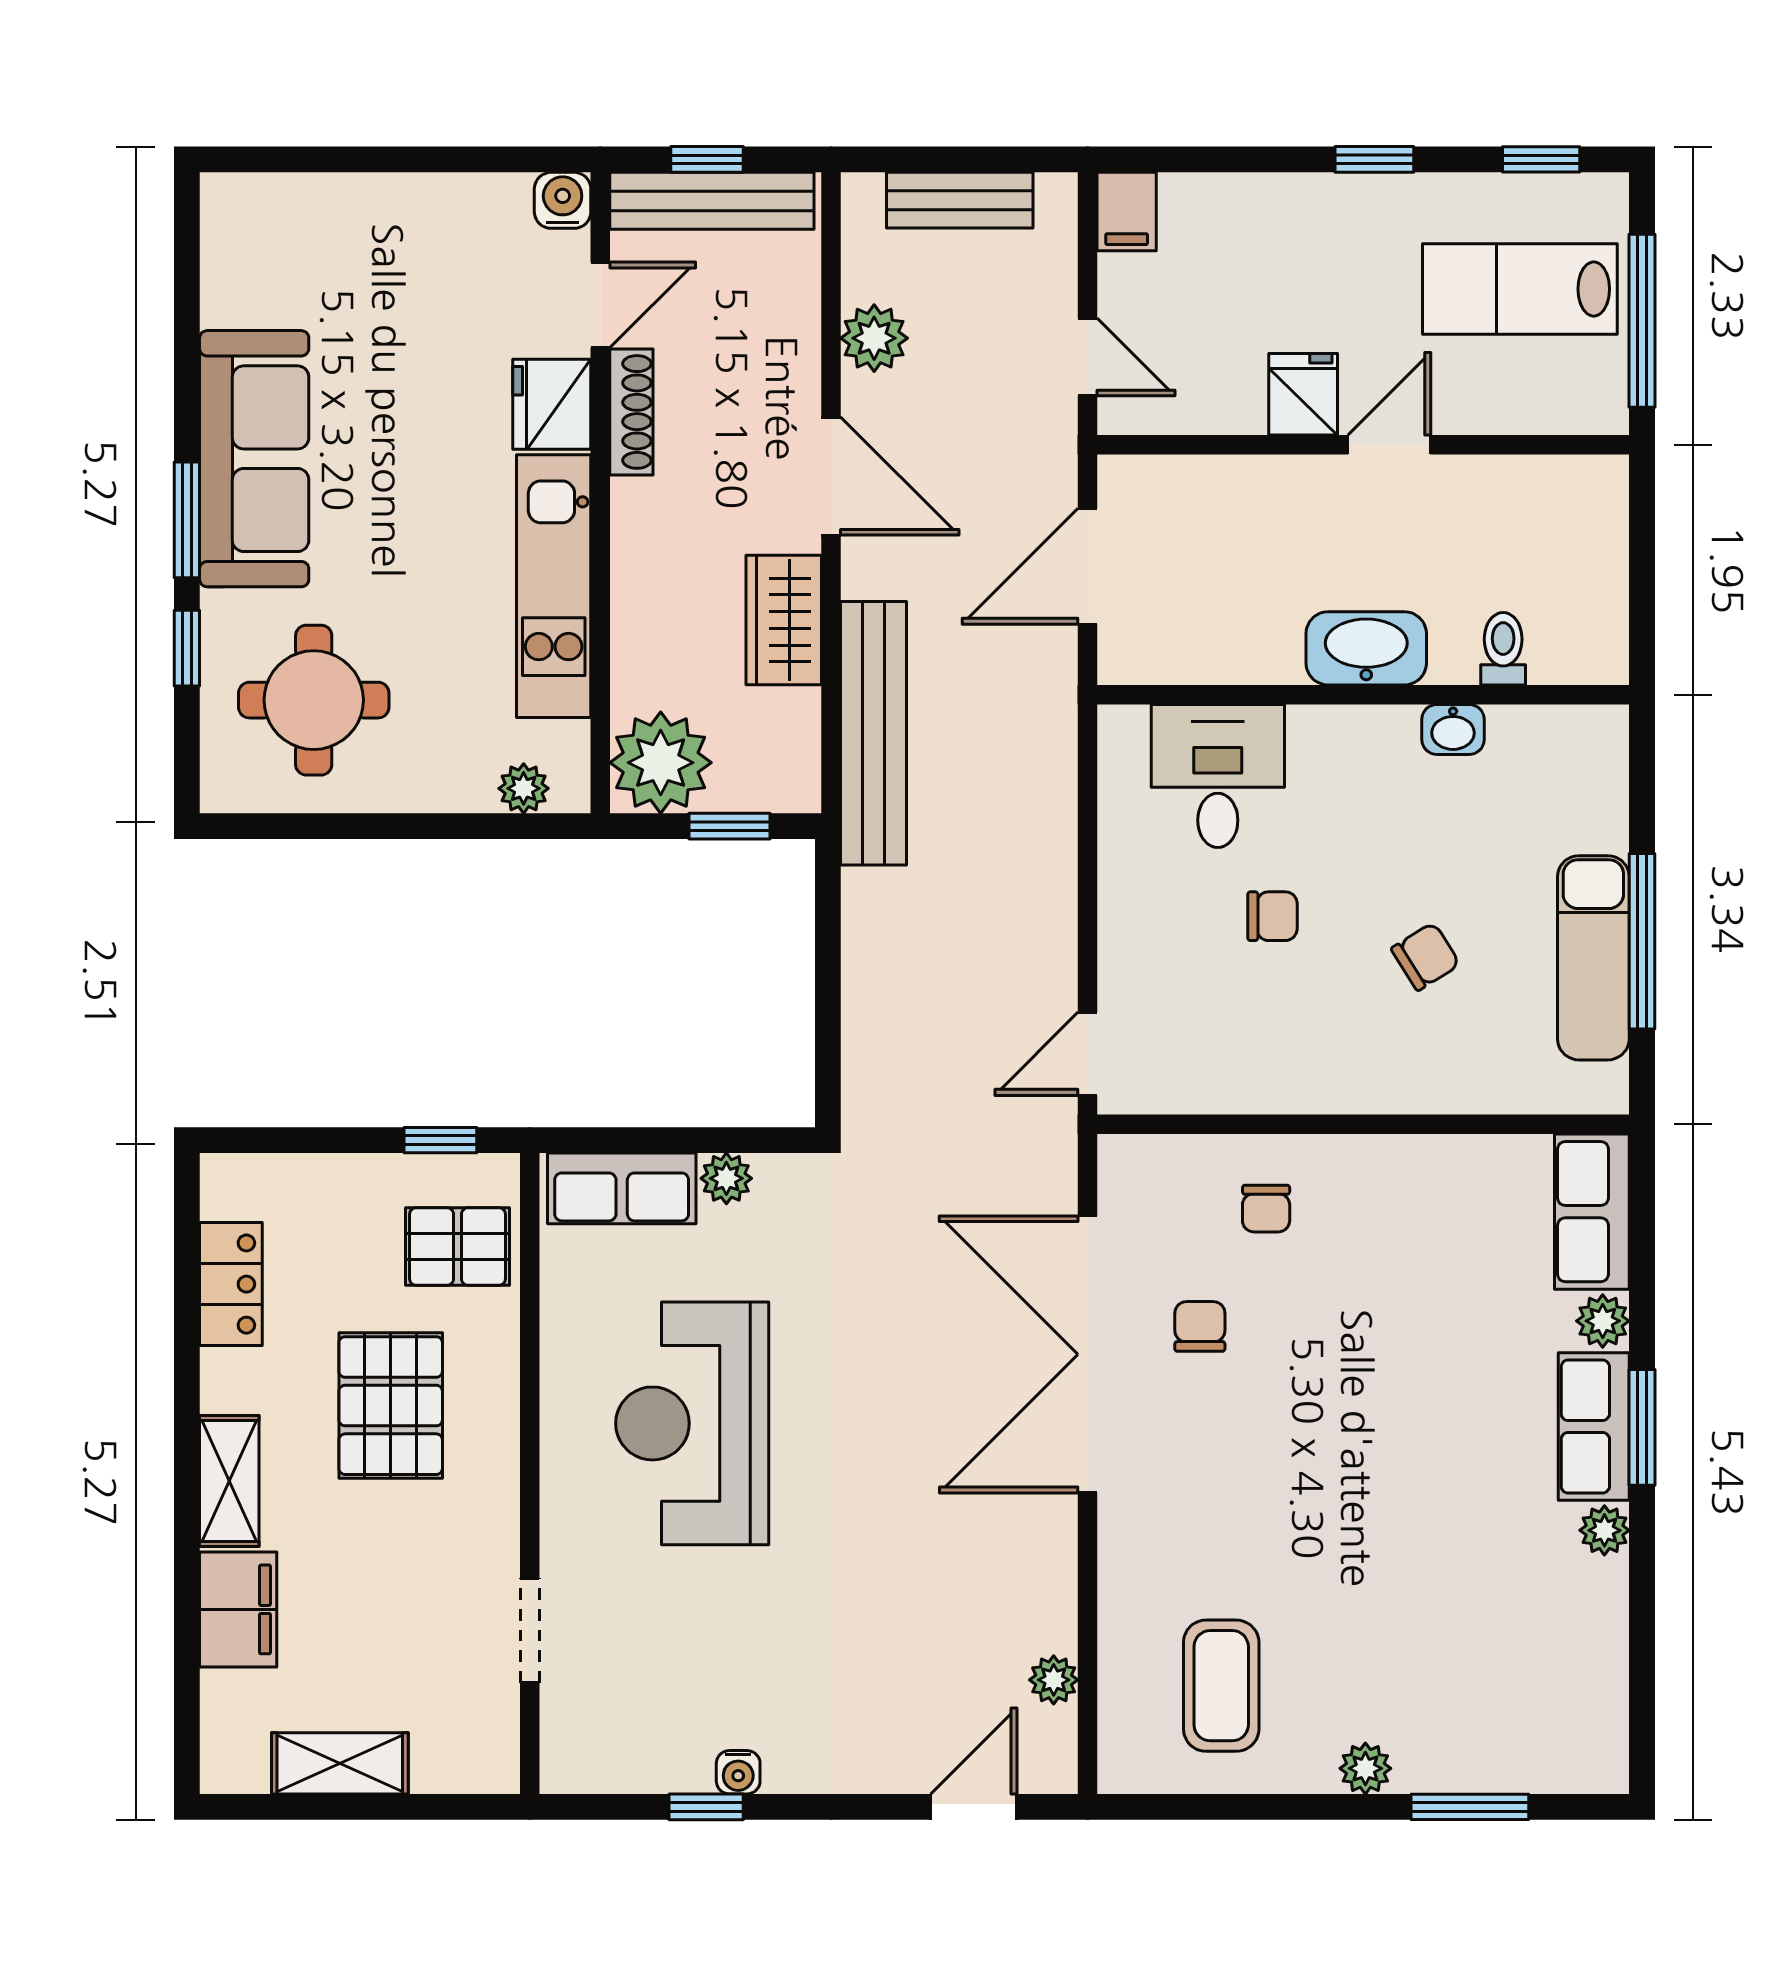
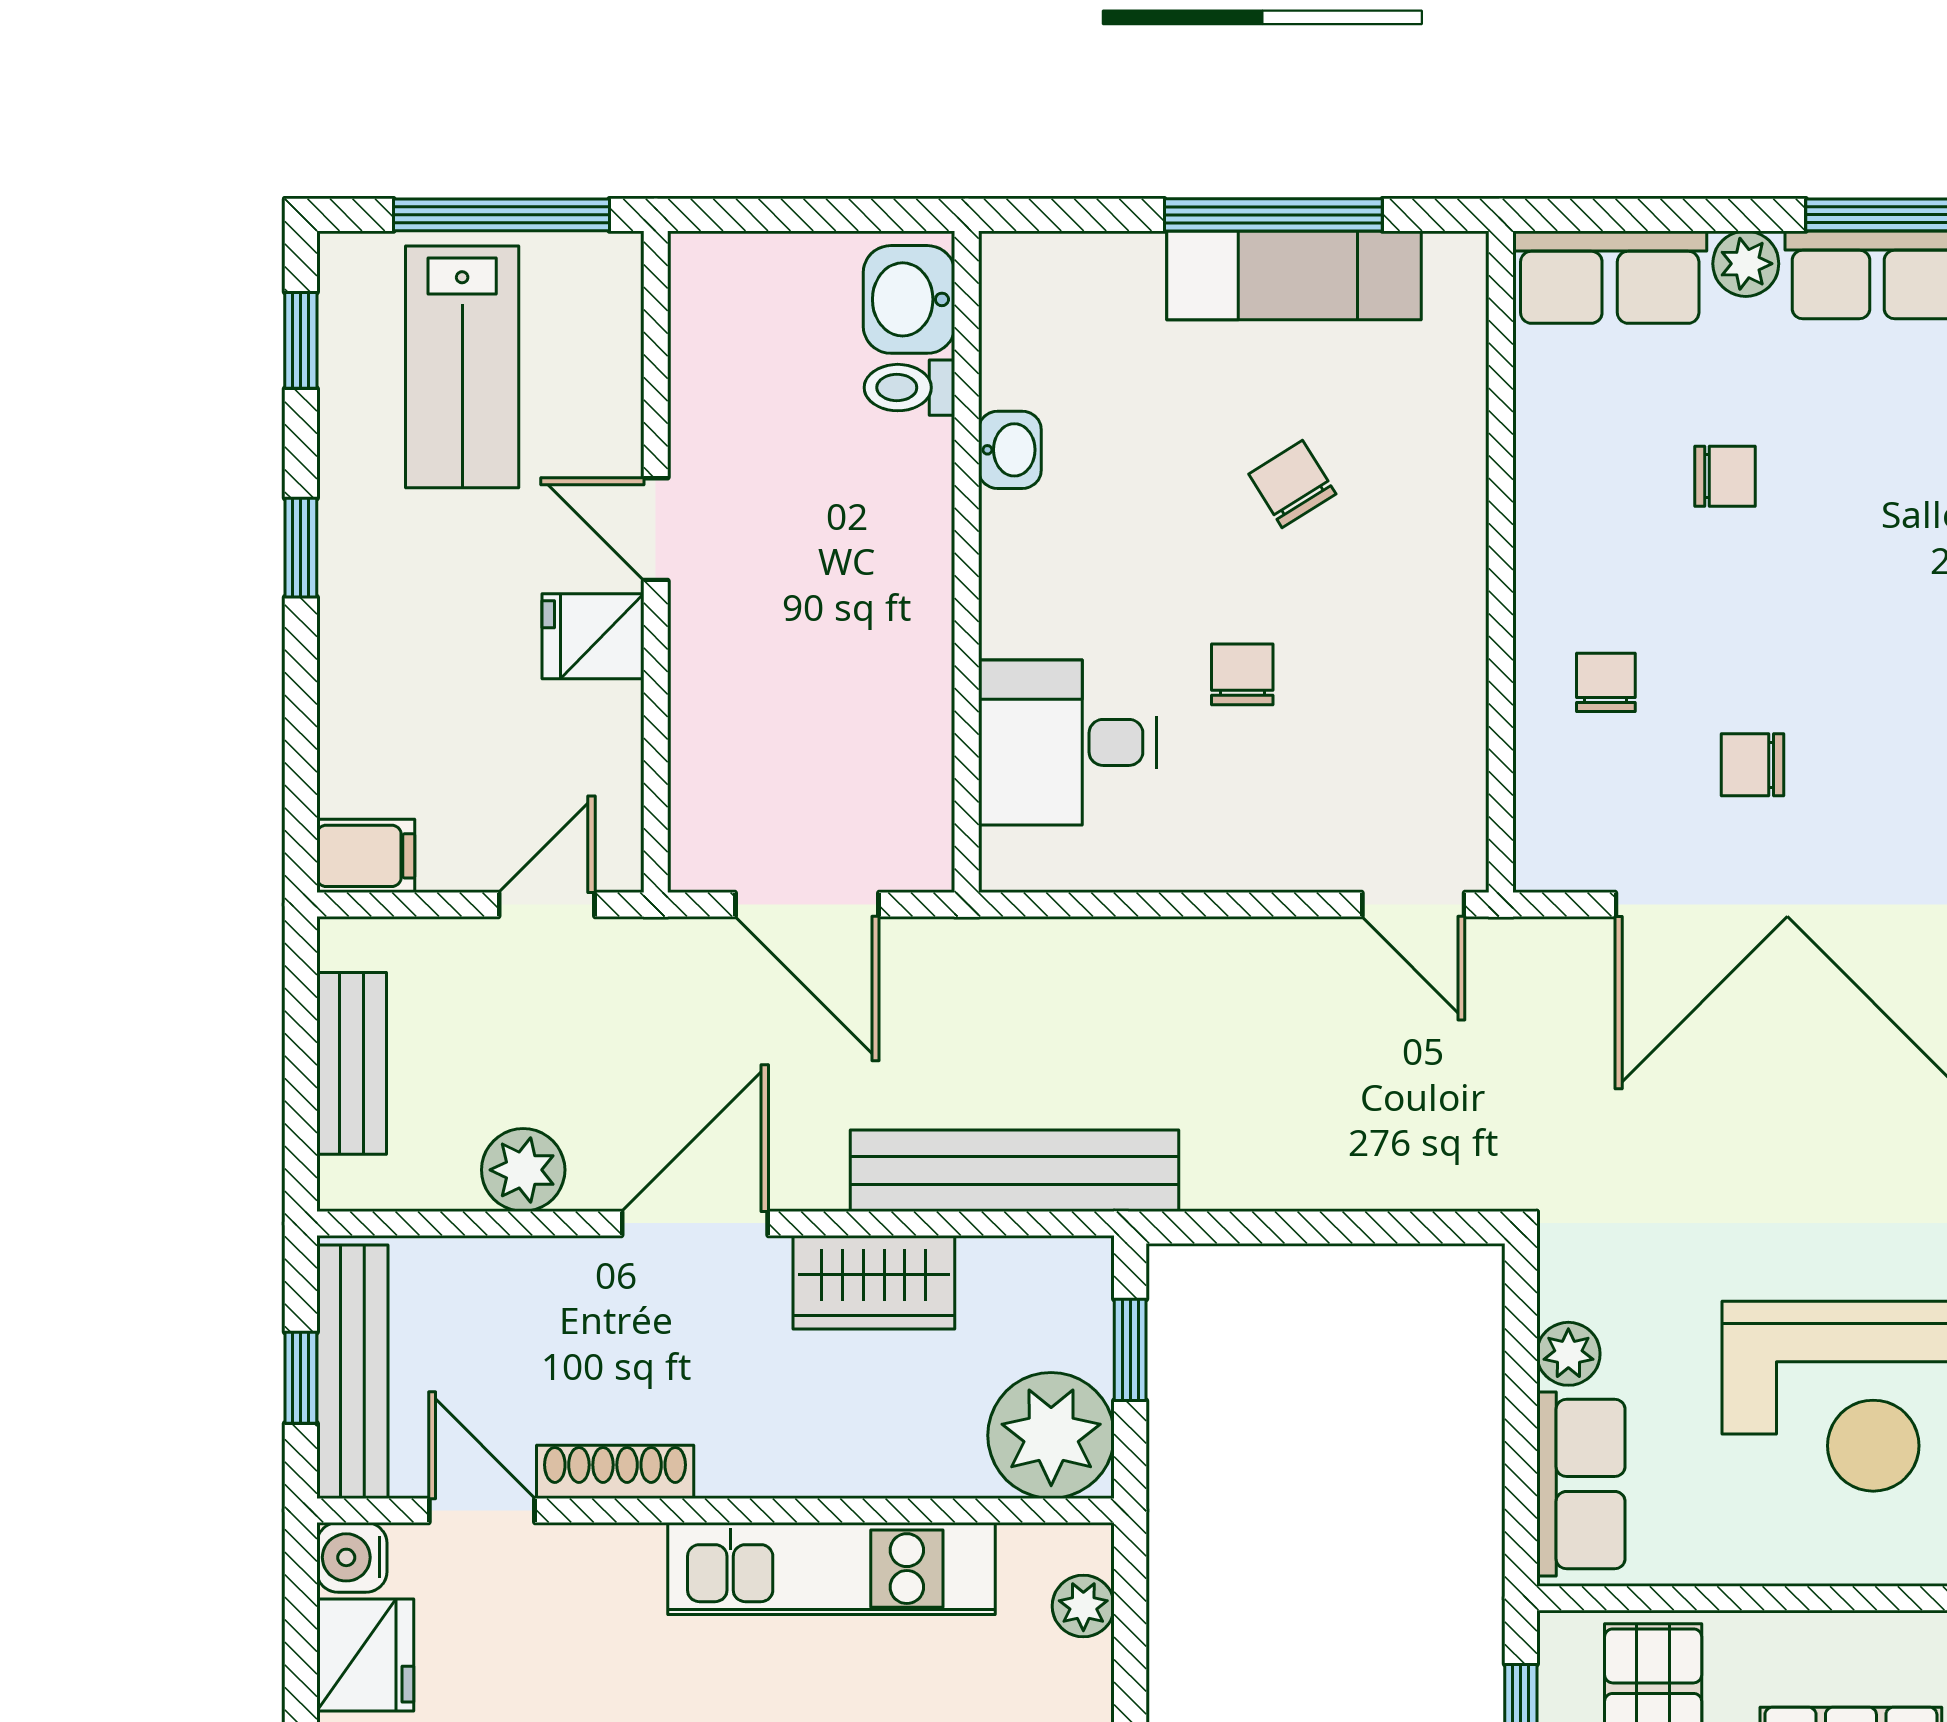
fridge: (552, 404) -> (365, 1655), moved, turned -90
washbasin: (1366, 648) -> (909, 299), moved, width x0.72
chair: (1266, 1209) -> (1606, 682), turned -90
chair: (1432, 1304) -> (1725, 476), added

